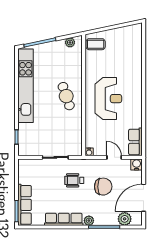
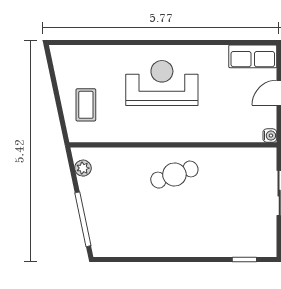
coffee table: (96, 44) -> (86, 105), moved
kitchen unit: (26, 86) -> (157, 244), removed
reception desk: (108, 99) -> (162, 83), moved

